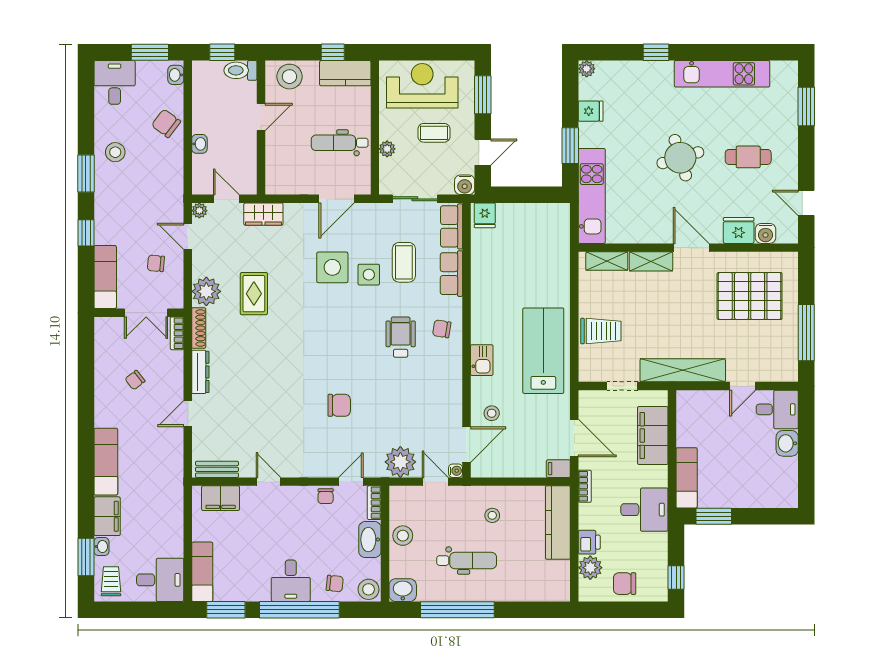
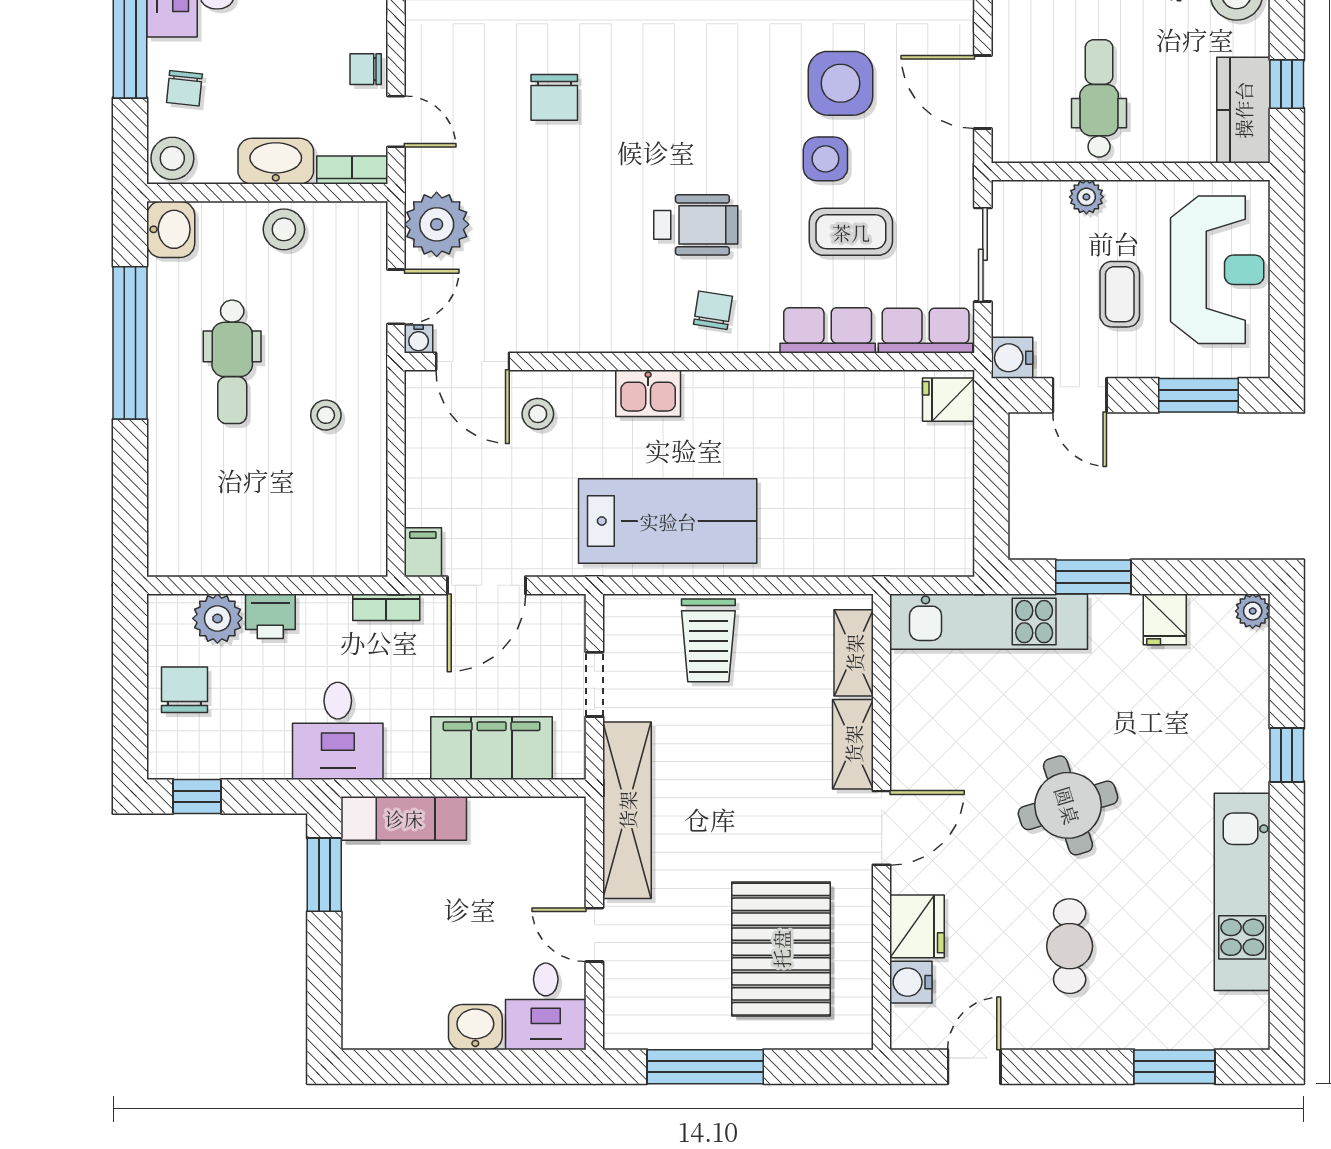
kitchen counter: (558, 523) -> (311, 551), removed

